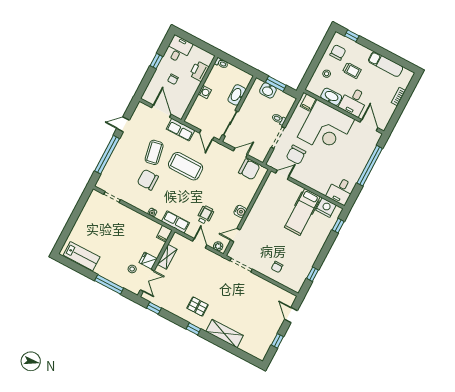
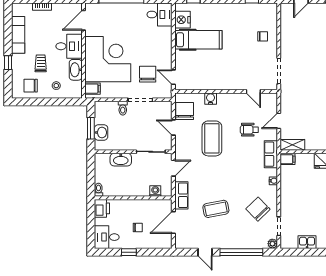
window: (352, 36) -> (8, 63), moved
printer: (199, 71) -> (102, 208), moved, turned -90
washing machine: (205, 92) -> (155, 191), moved
chair: (296, 155) -> (148, 74), turned -90
coffee table: (186, 166) -> (212, 138), moved
chair: (148, 180) -> (258, 209), moved, turned 136
water cooler: (240, 211) -> (211, 99), moved
kitchen sink: (87, 214) -> (307, 242), added
plant: (218, 246) -> (272, 244), moved
shelving: (167, 257) -> (292, 145), moved

